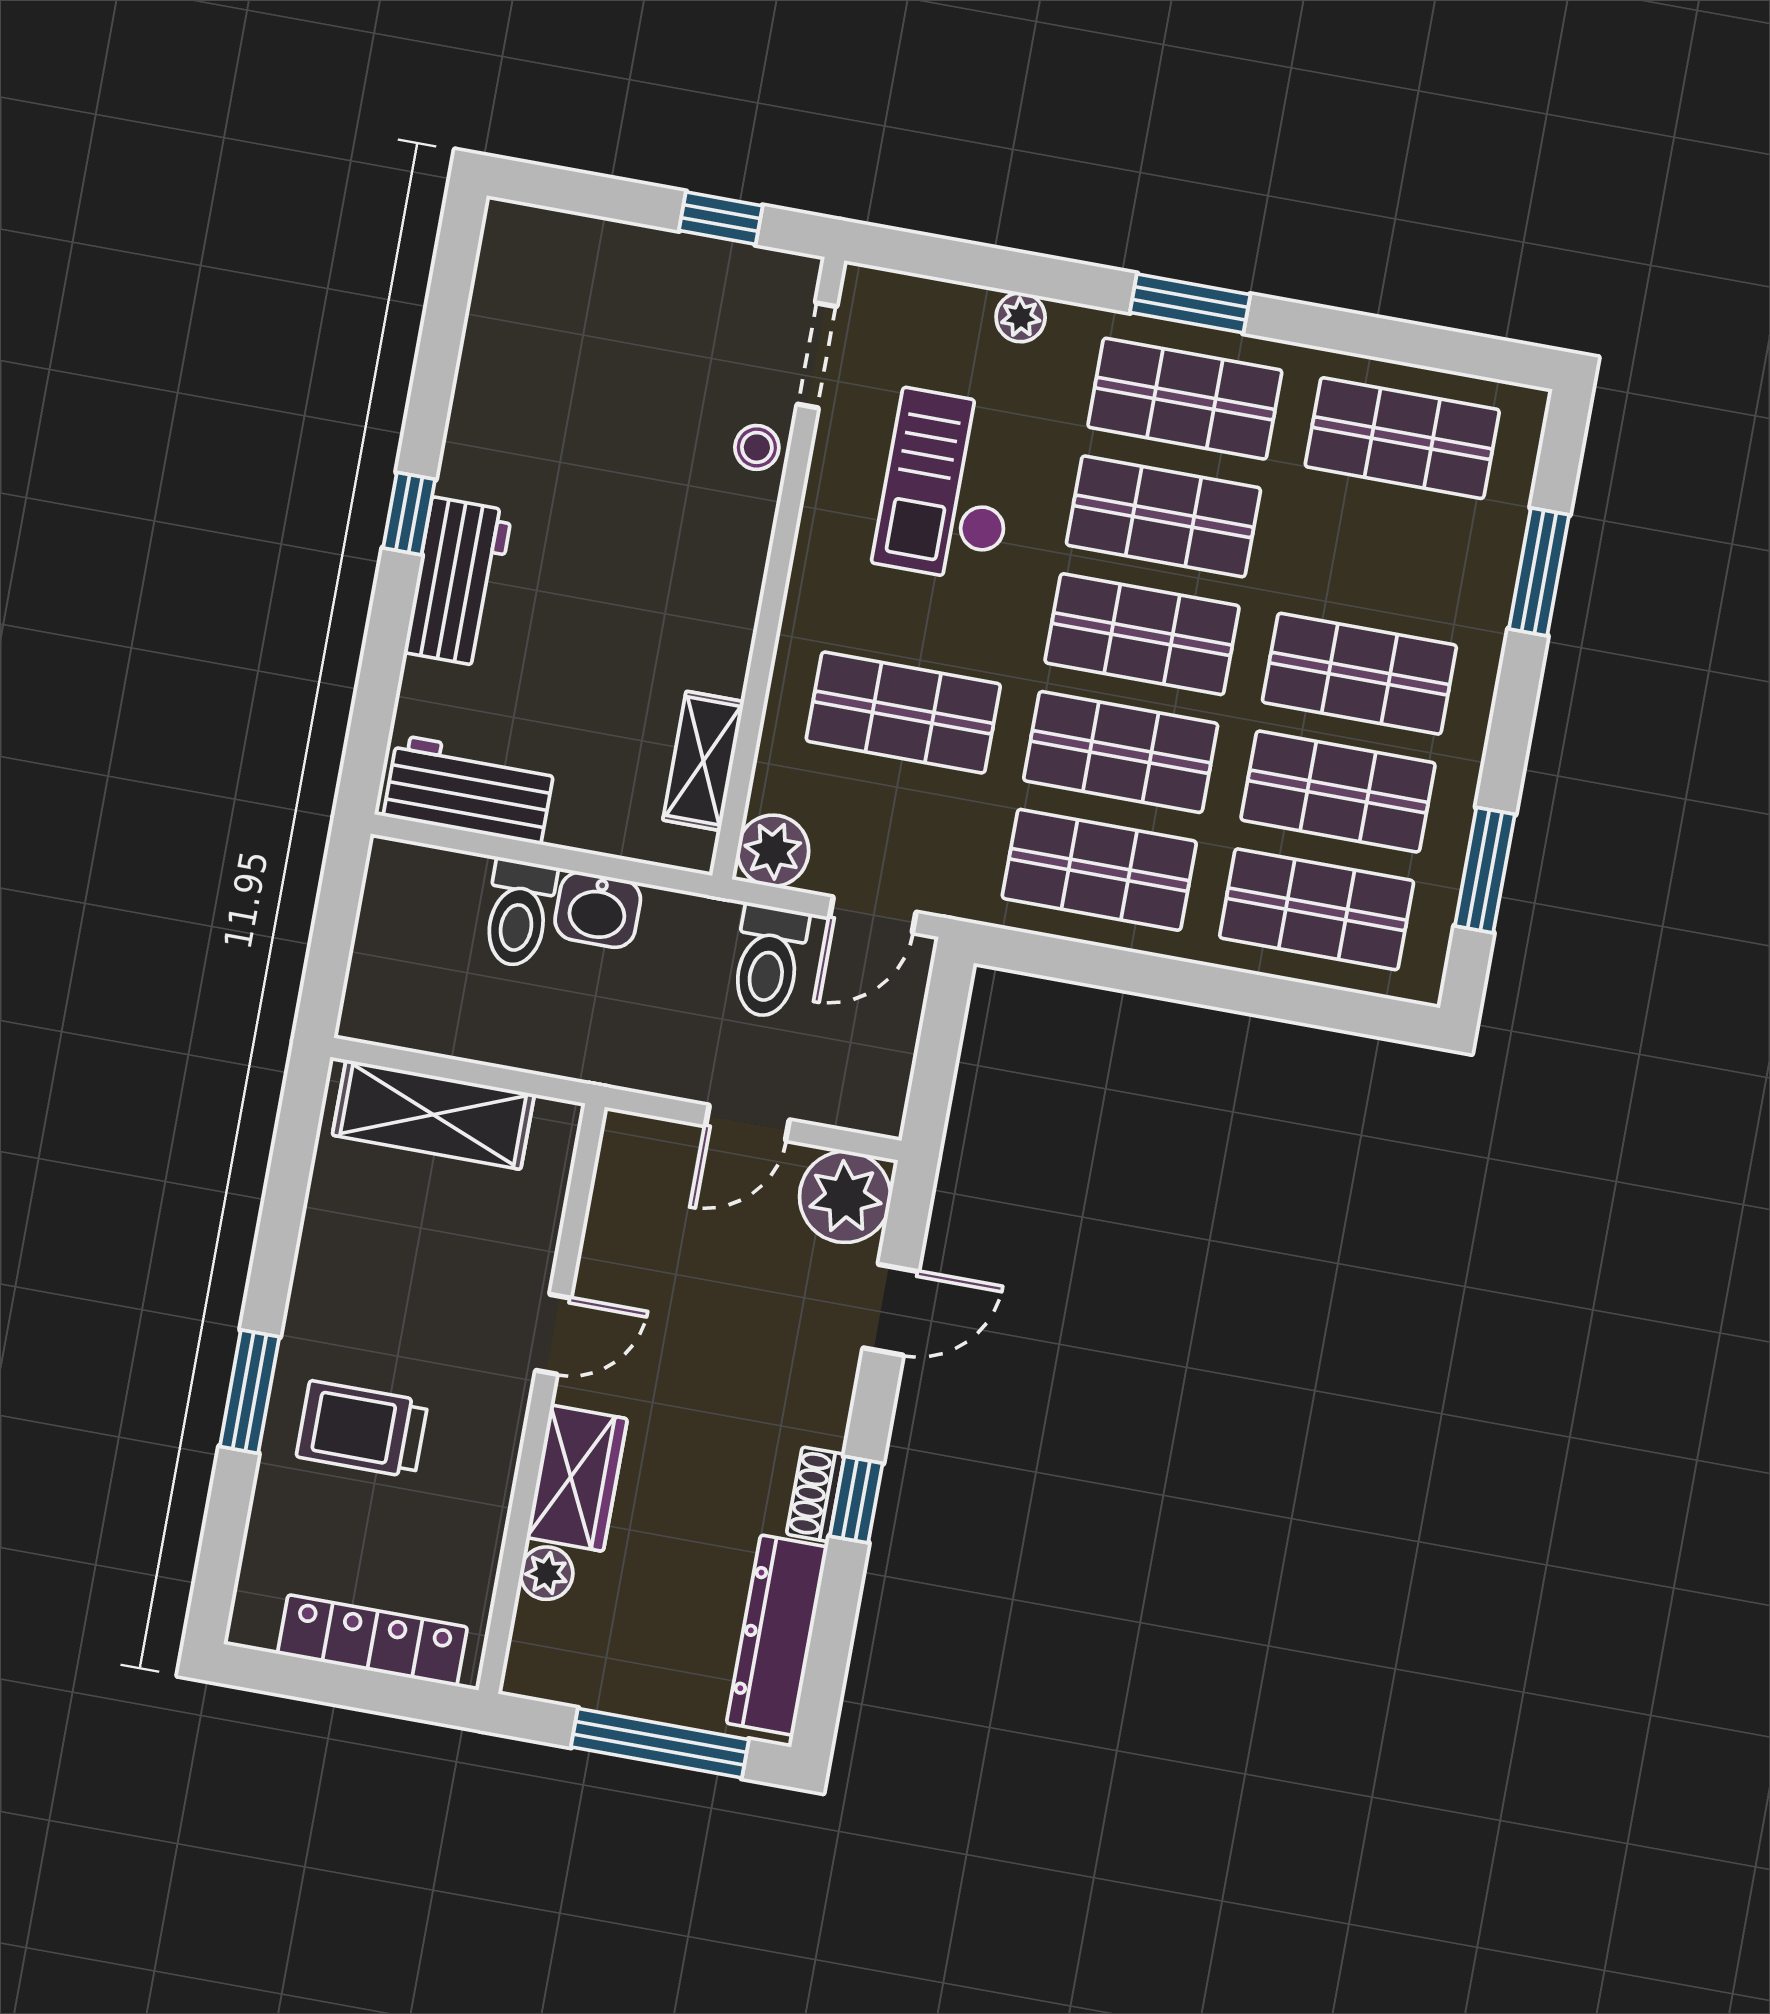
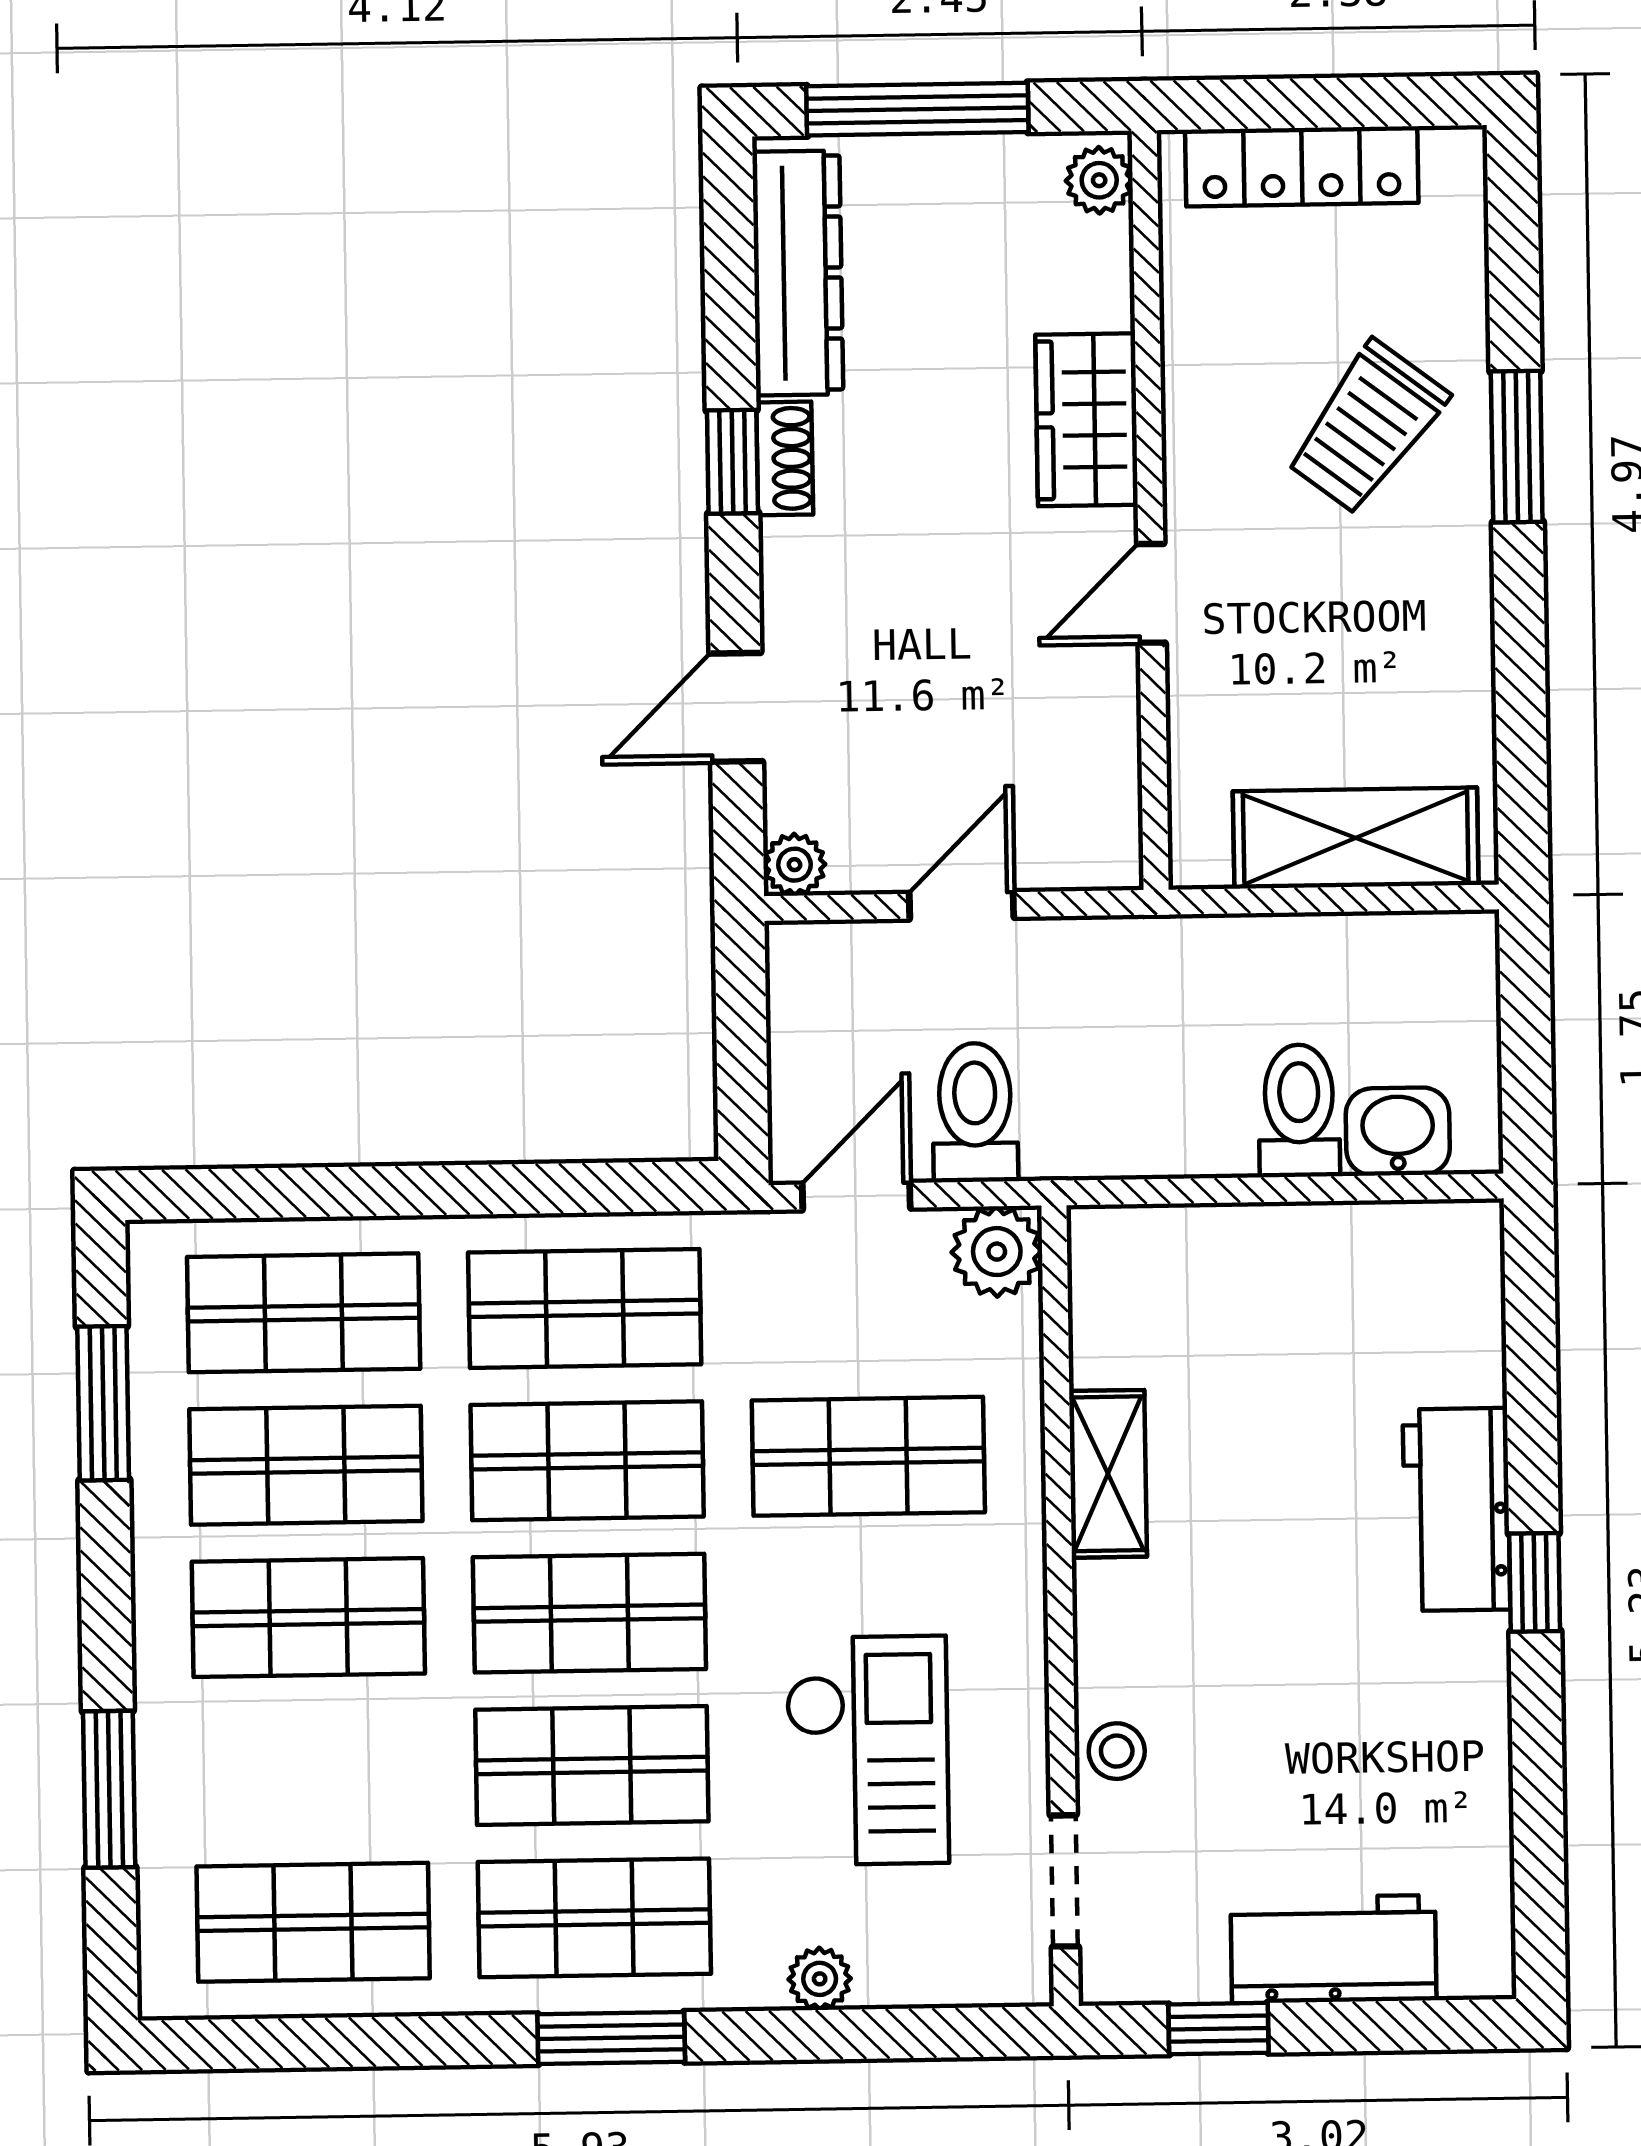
shelving: (703, 761) -> (1108, 1474), moved
workbench: (469, 790) -> (1333, 1949), moved, turned 180
washbasin: (598, 910) -> (1398, 1131), moved
plant: (845, 1197) -> (794, 865), width x0.53, depth x0.53
trolley: (362, 1429) -> (1367, 428), turned 127
plant: (547, 1573) -> (1099, 180), moved

